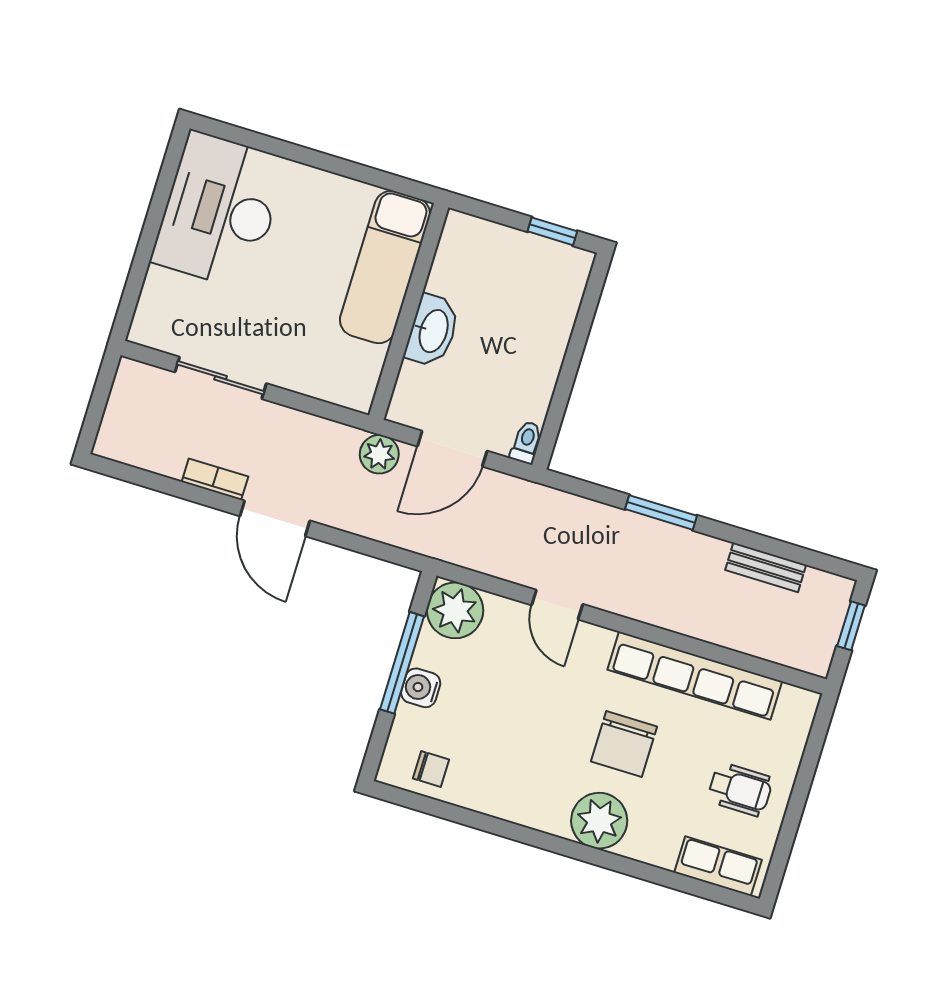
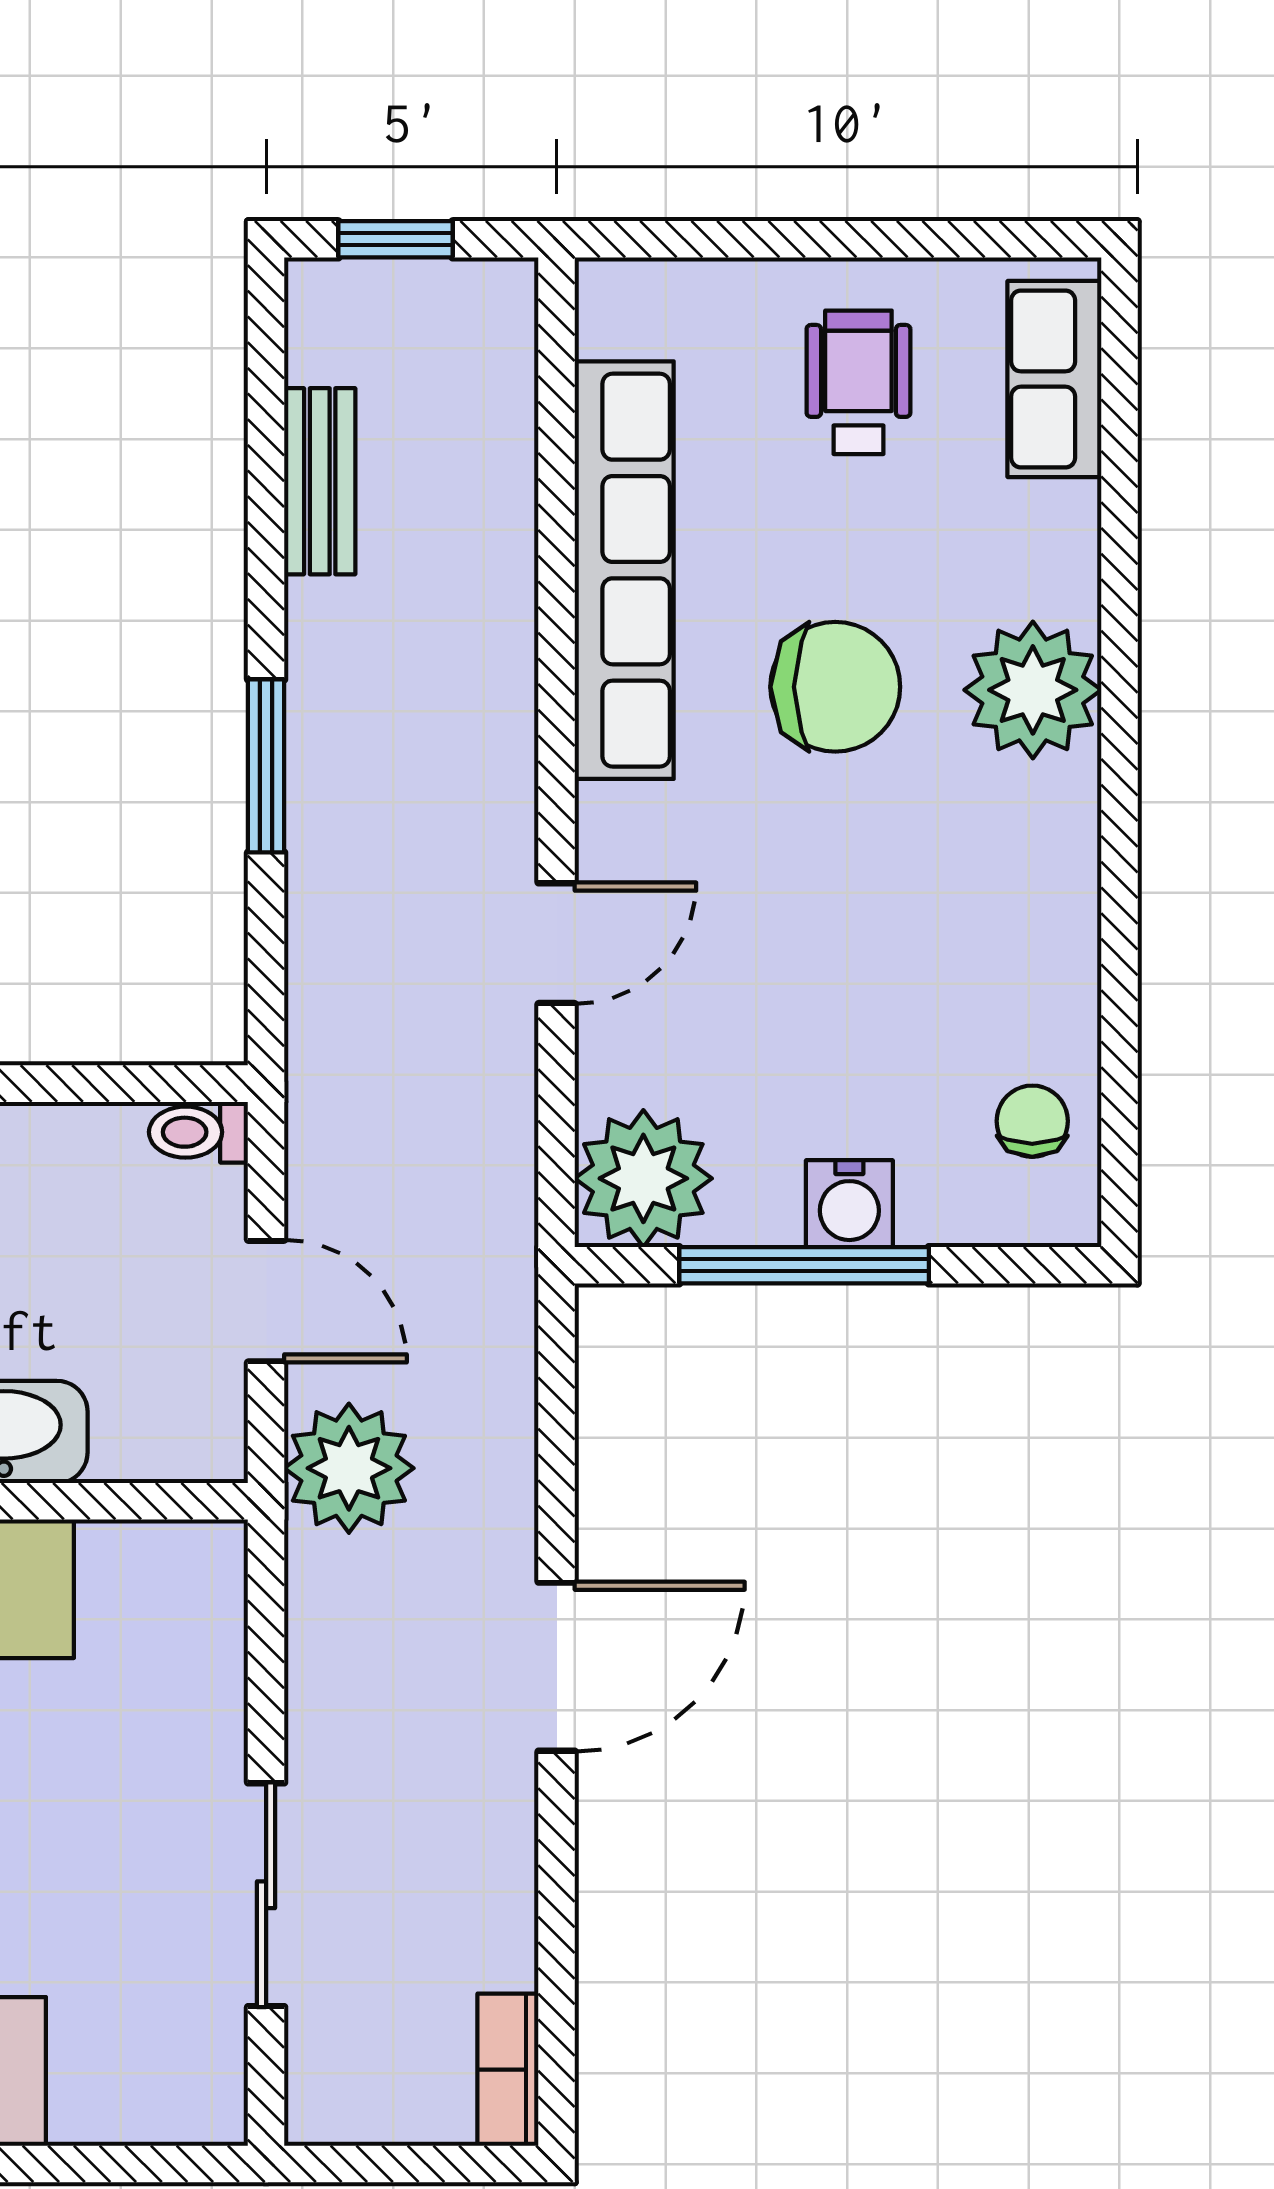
door: (452, 449) -> (266, 1301), width x0.73
plant: (379, 454) -> (349, 1468), width x1.36, depth x1.36
bookcase: (215, 479) -> (508, 2070), moved

